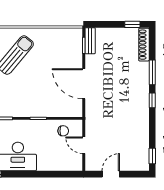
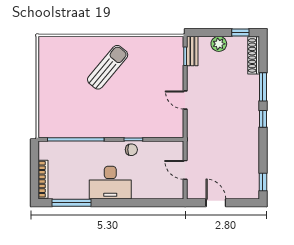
plant: (113, 34) -> (219, 44), added
door: (84, 84) -> (185, 100), width x0.53
chair: (63, 131) -> (131, 150), moved
door: (111, 174) -> (216, 203), hinge flipped

